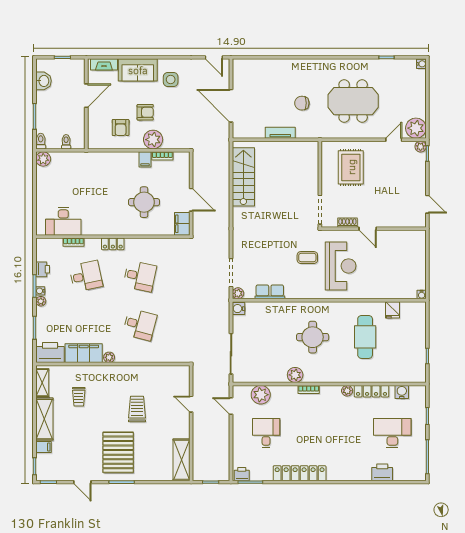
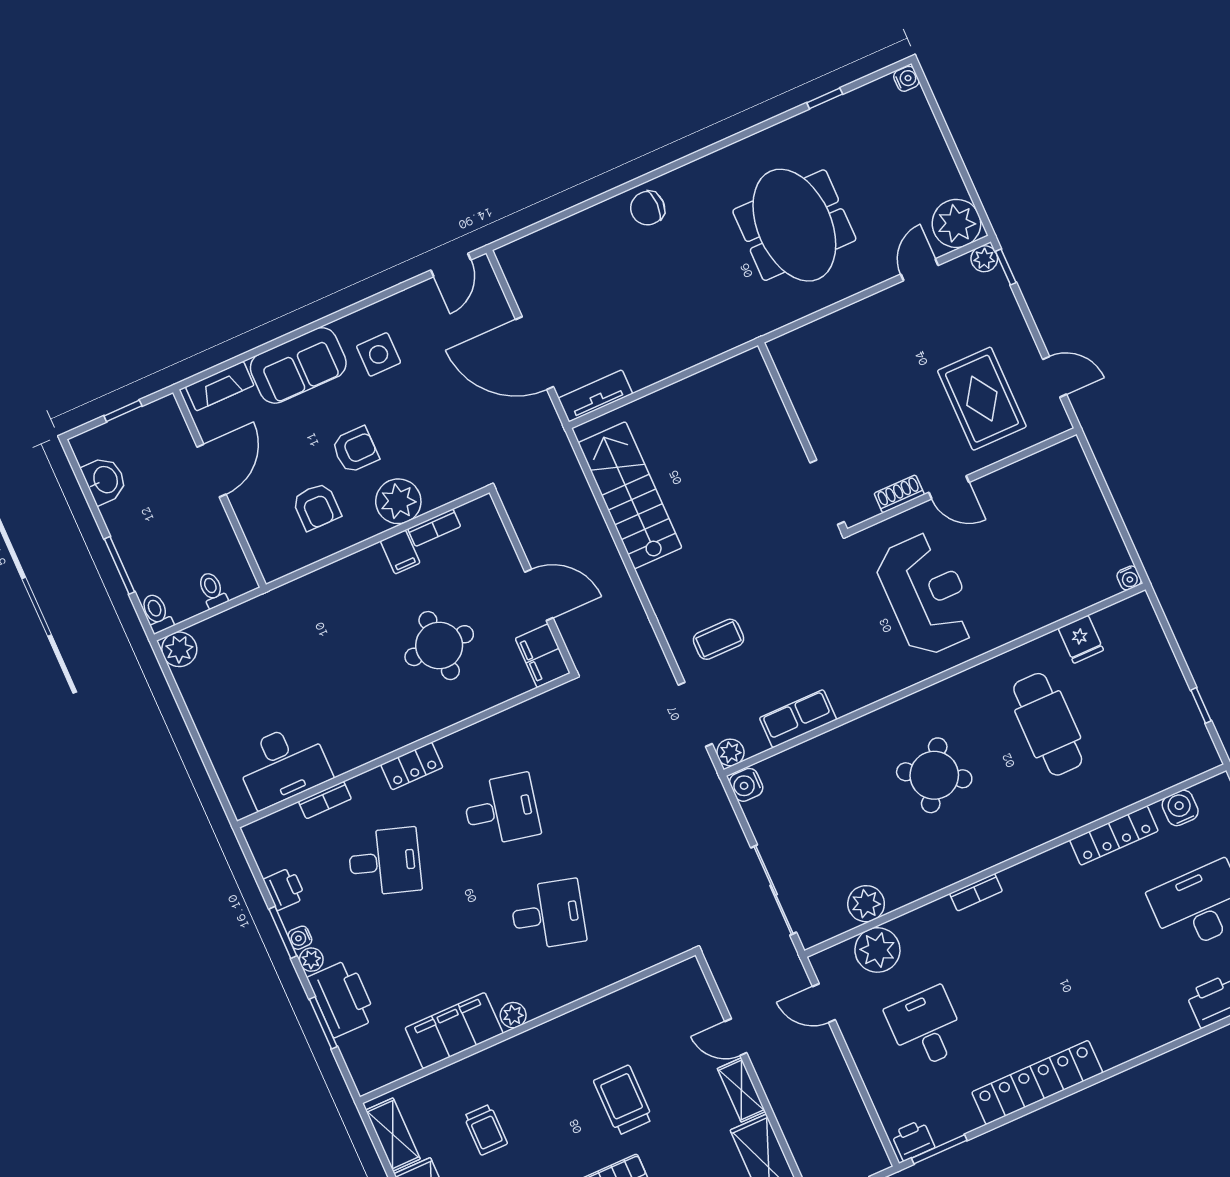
door: (214, 57) -> (451, 265), hinge flipped
meeting table: (353, 101) -> (794, 225), turned 90
chair: (302, 103) -> (648, 208), moved
tv unit: (280, 133) -> (595, 396), moved
rug: (351, 167) -> (982, 399), moved
coffee table: (307, 258) -> (719, 639), moved
desk: (86, 276) -> (385, 862), turned 30
round table: (313, 337) -> (934, 775), turned 31
printer: (50, 353) -> (342, 998), moved, turned 90
plant: (295, 375) -> (866, 904), moved
plant: (347, 391) -> (1061, 858), removed
shelving: (184, 425) -> (741, 1090), added

